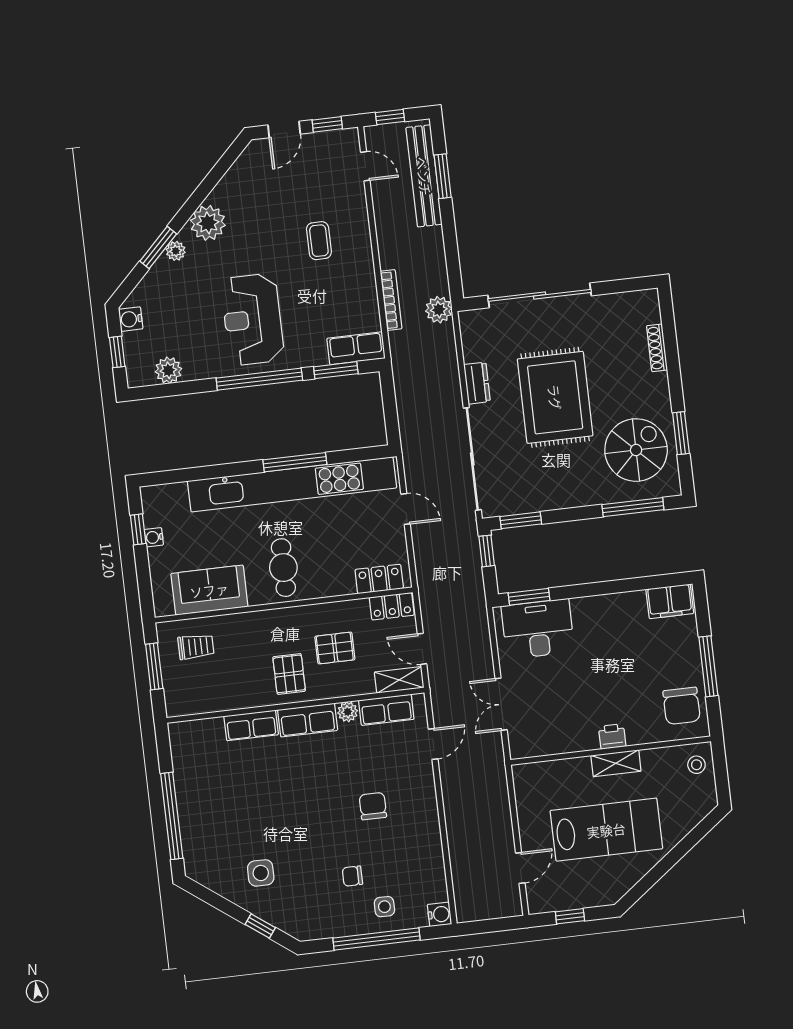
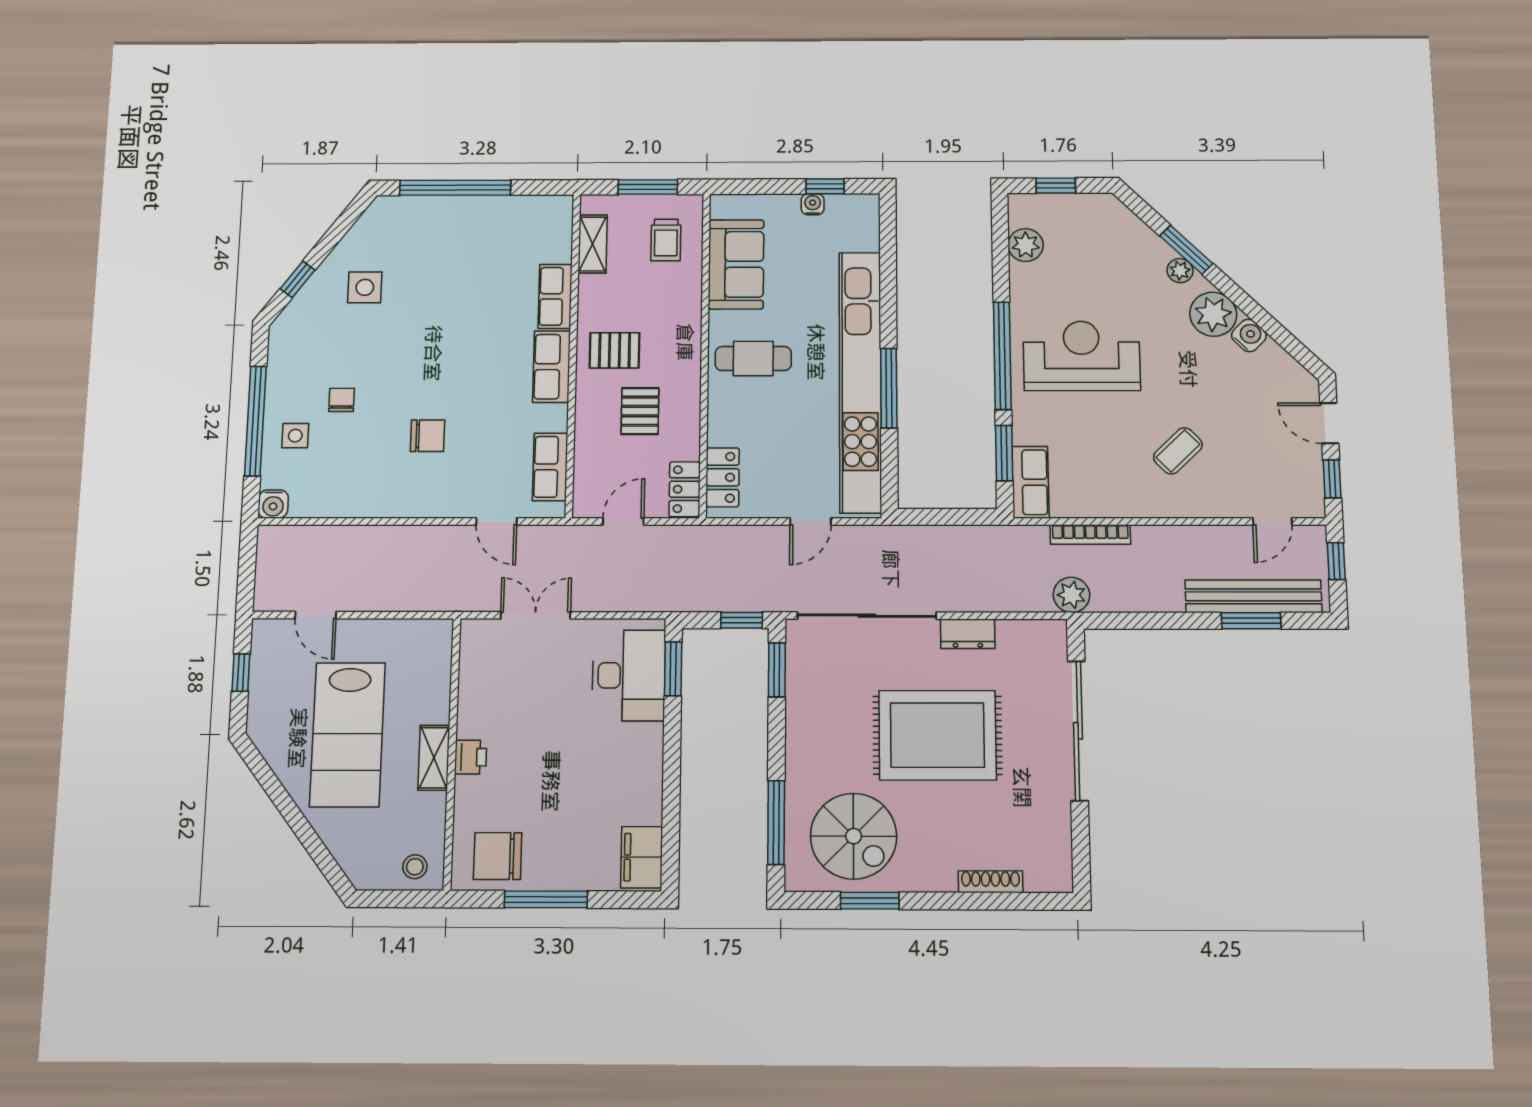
coffee table: (319, 241) -> (1178, 451), turned -44
water cooler: (131, 319) -> (1249, 335), moved, turned 45
shelving: (399, 680) -> (593, 244), moved
plant: (348, 712) -> (555, 418), removed

